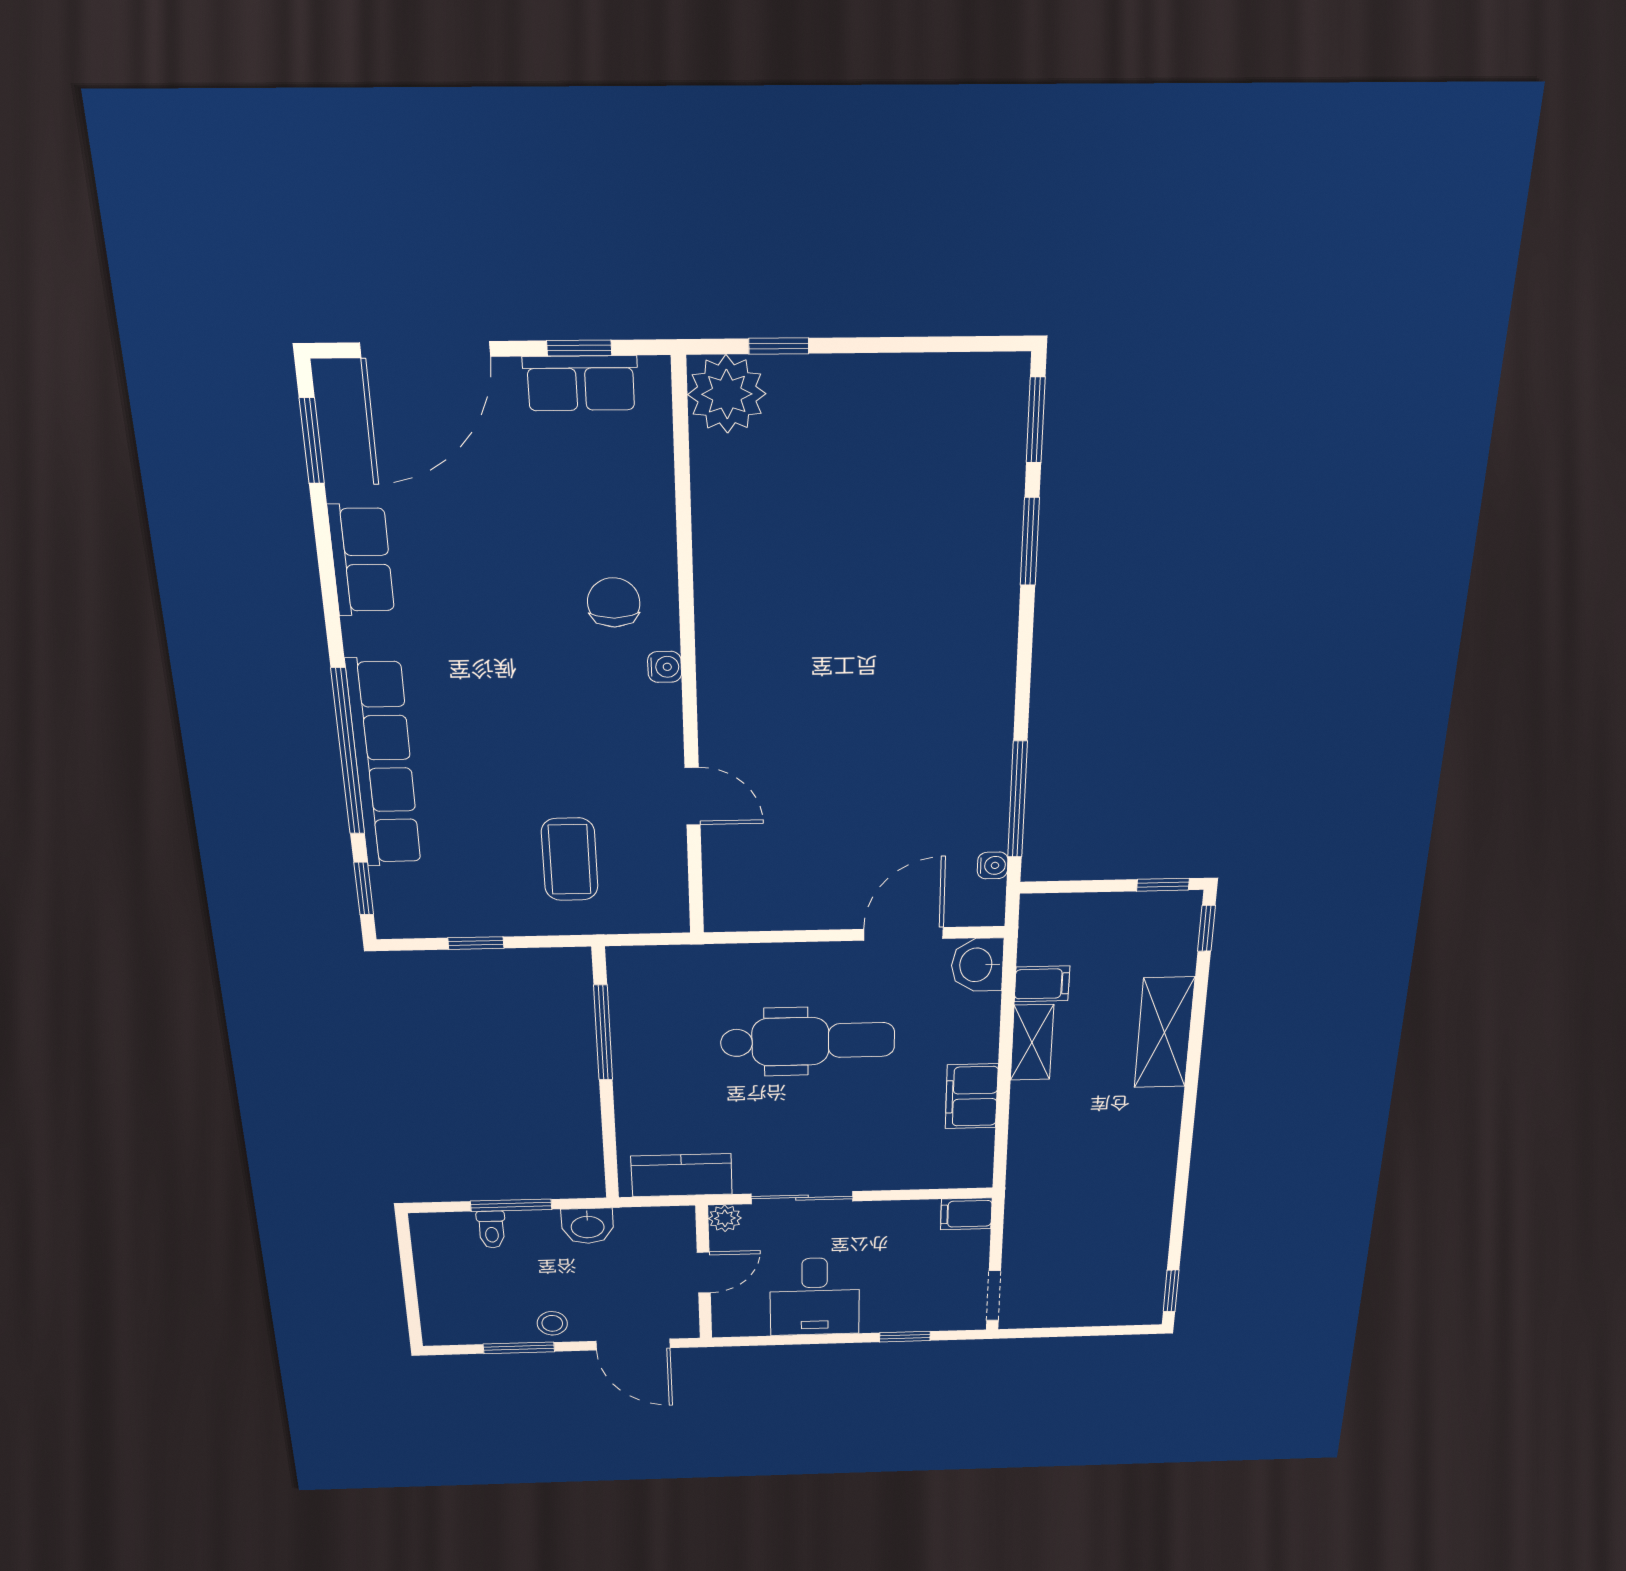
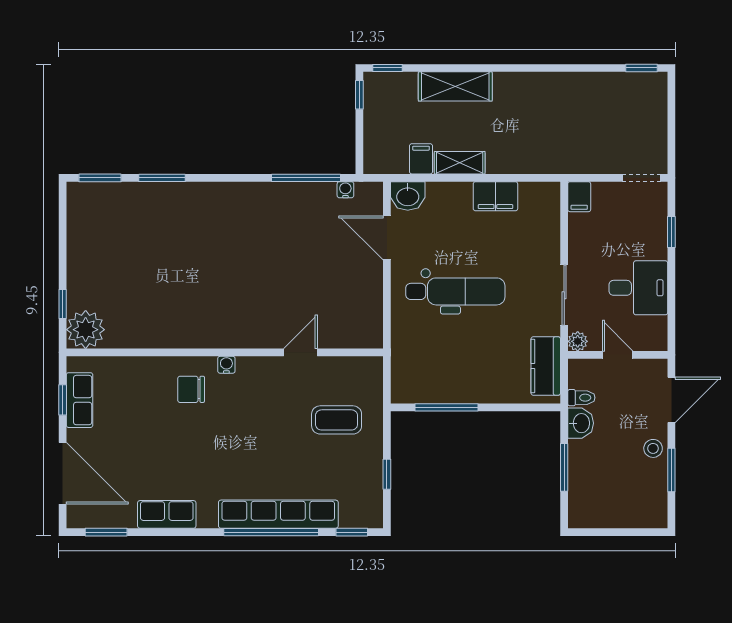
dental chair: (808, 1041) -> (455, 291), turned 90
toilet: (491, 1230) -> (581, 398), moved

